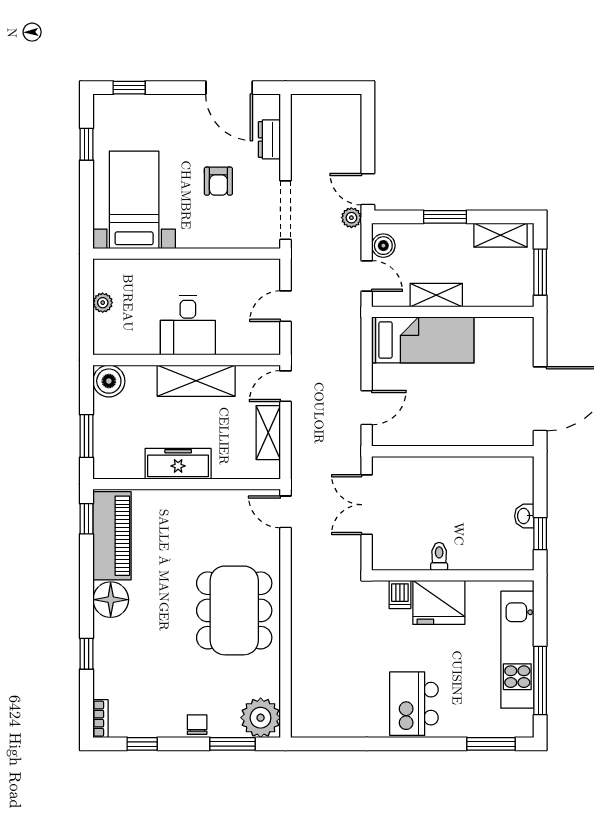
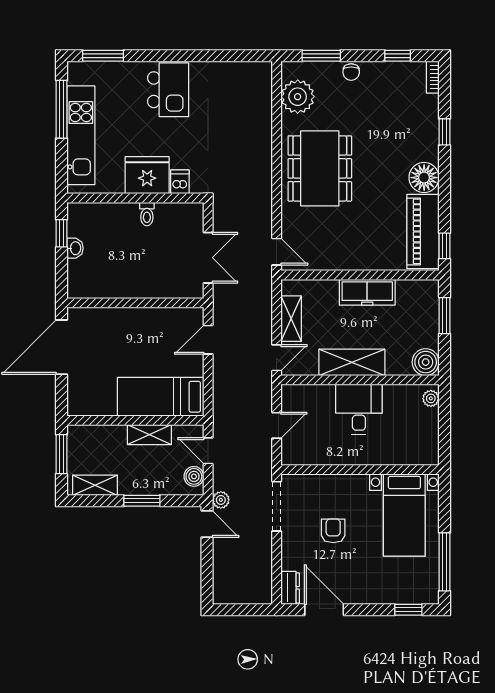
dresser: (269, 139) -> (290, 588), moved
window: (87, 144) -> (444, 562), width x2.17
plant: (103, 303) -> (431, 398), moved
plant: (261, 718) -> (298, 97), moved

